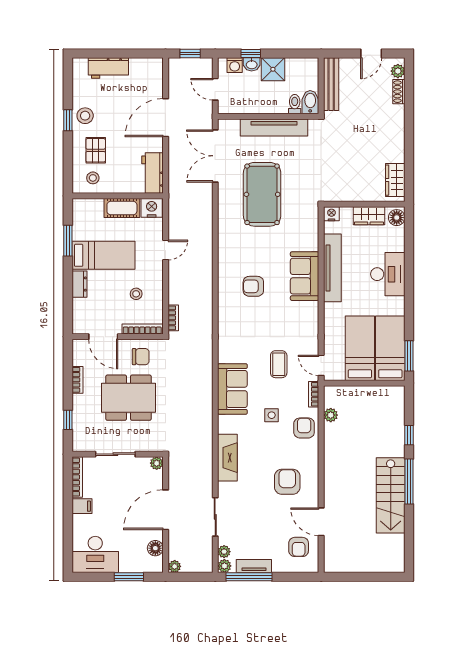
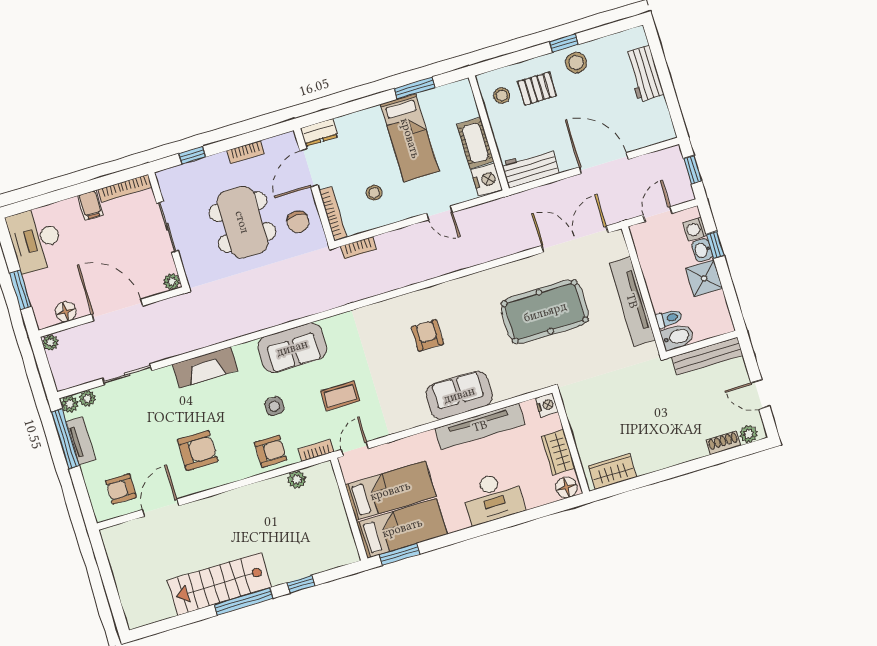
dresser: (79, 284) -> (319, 133), moved

